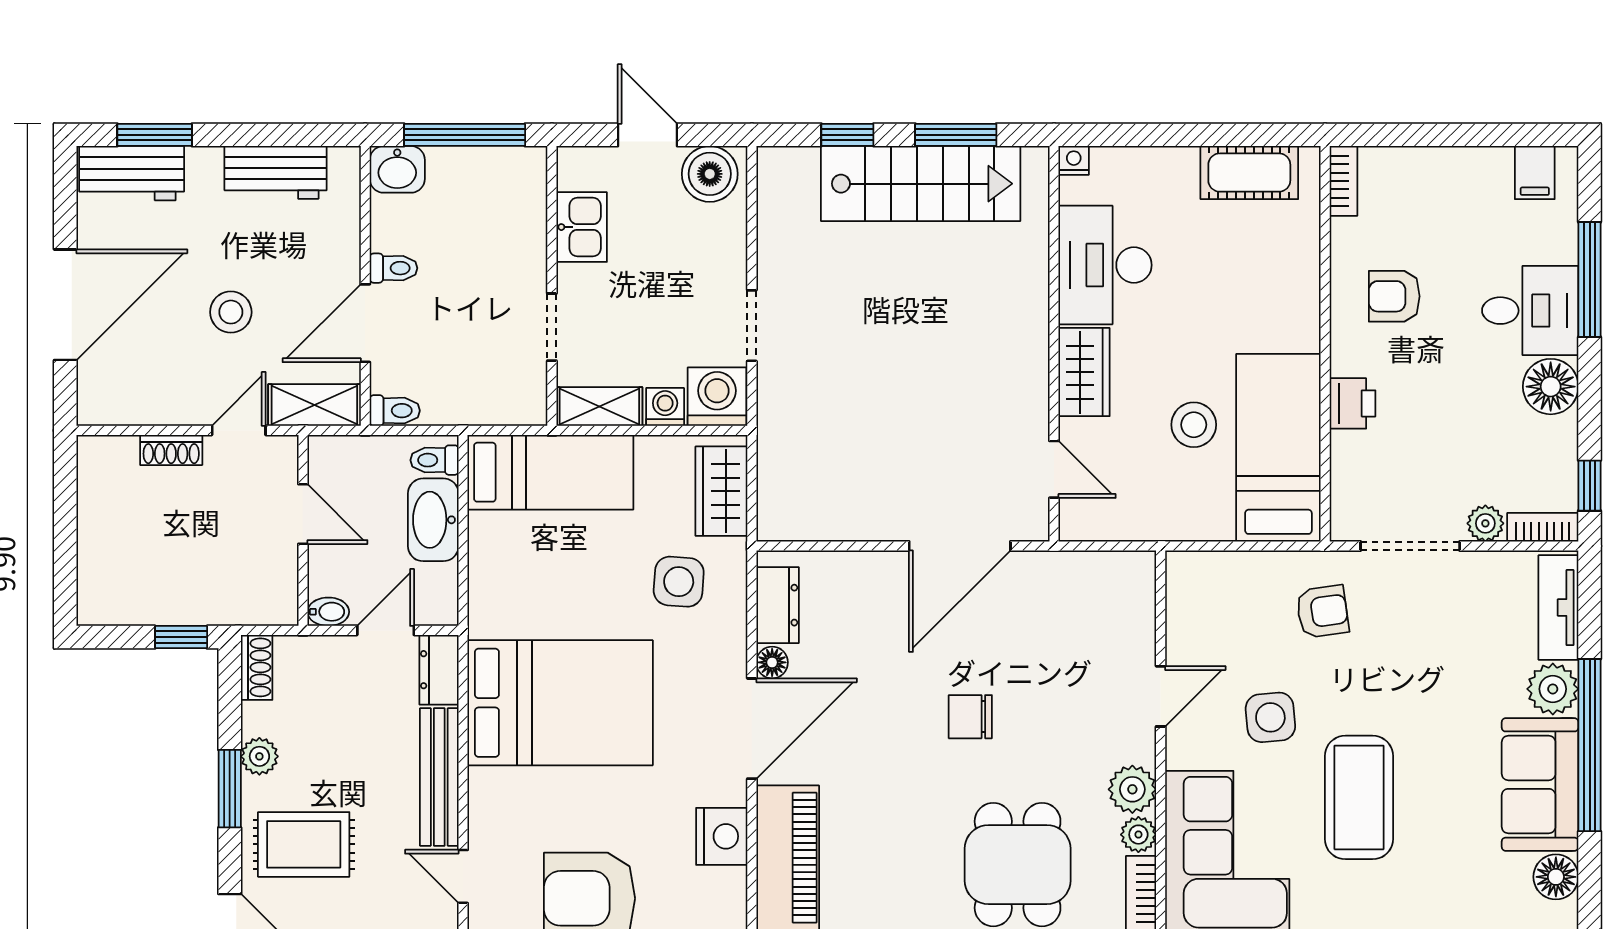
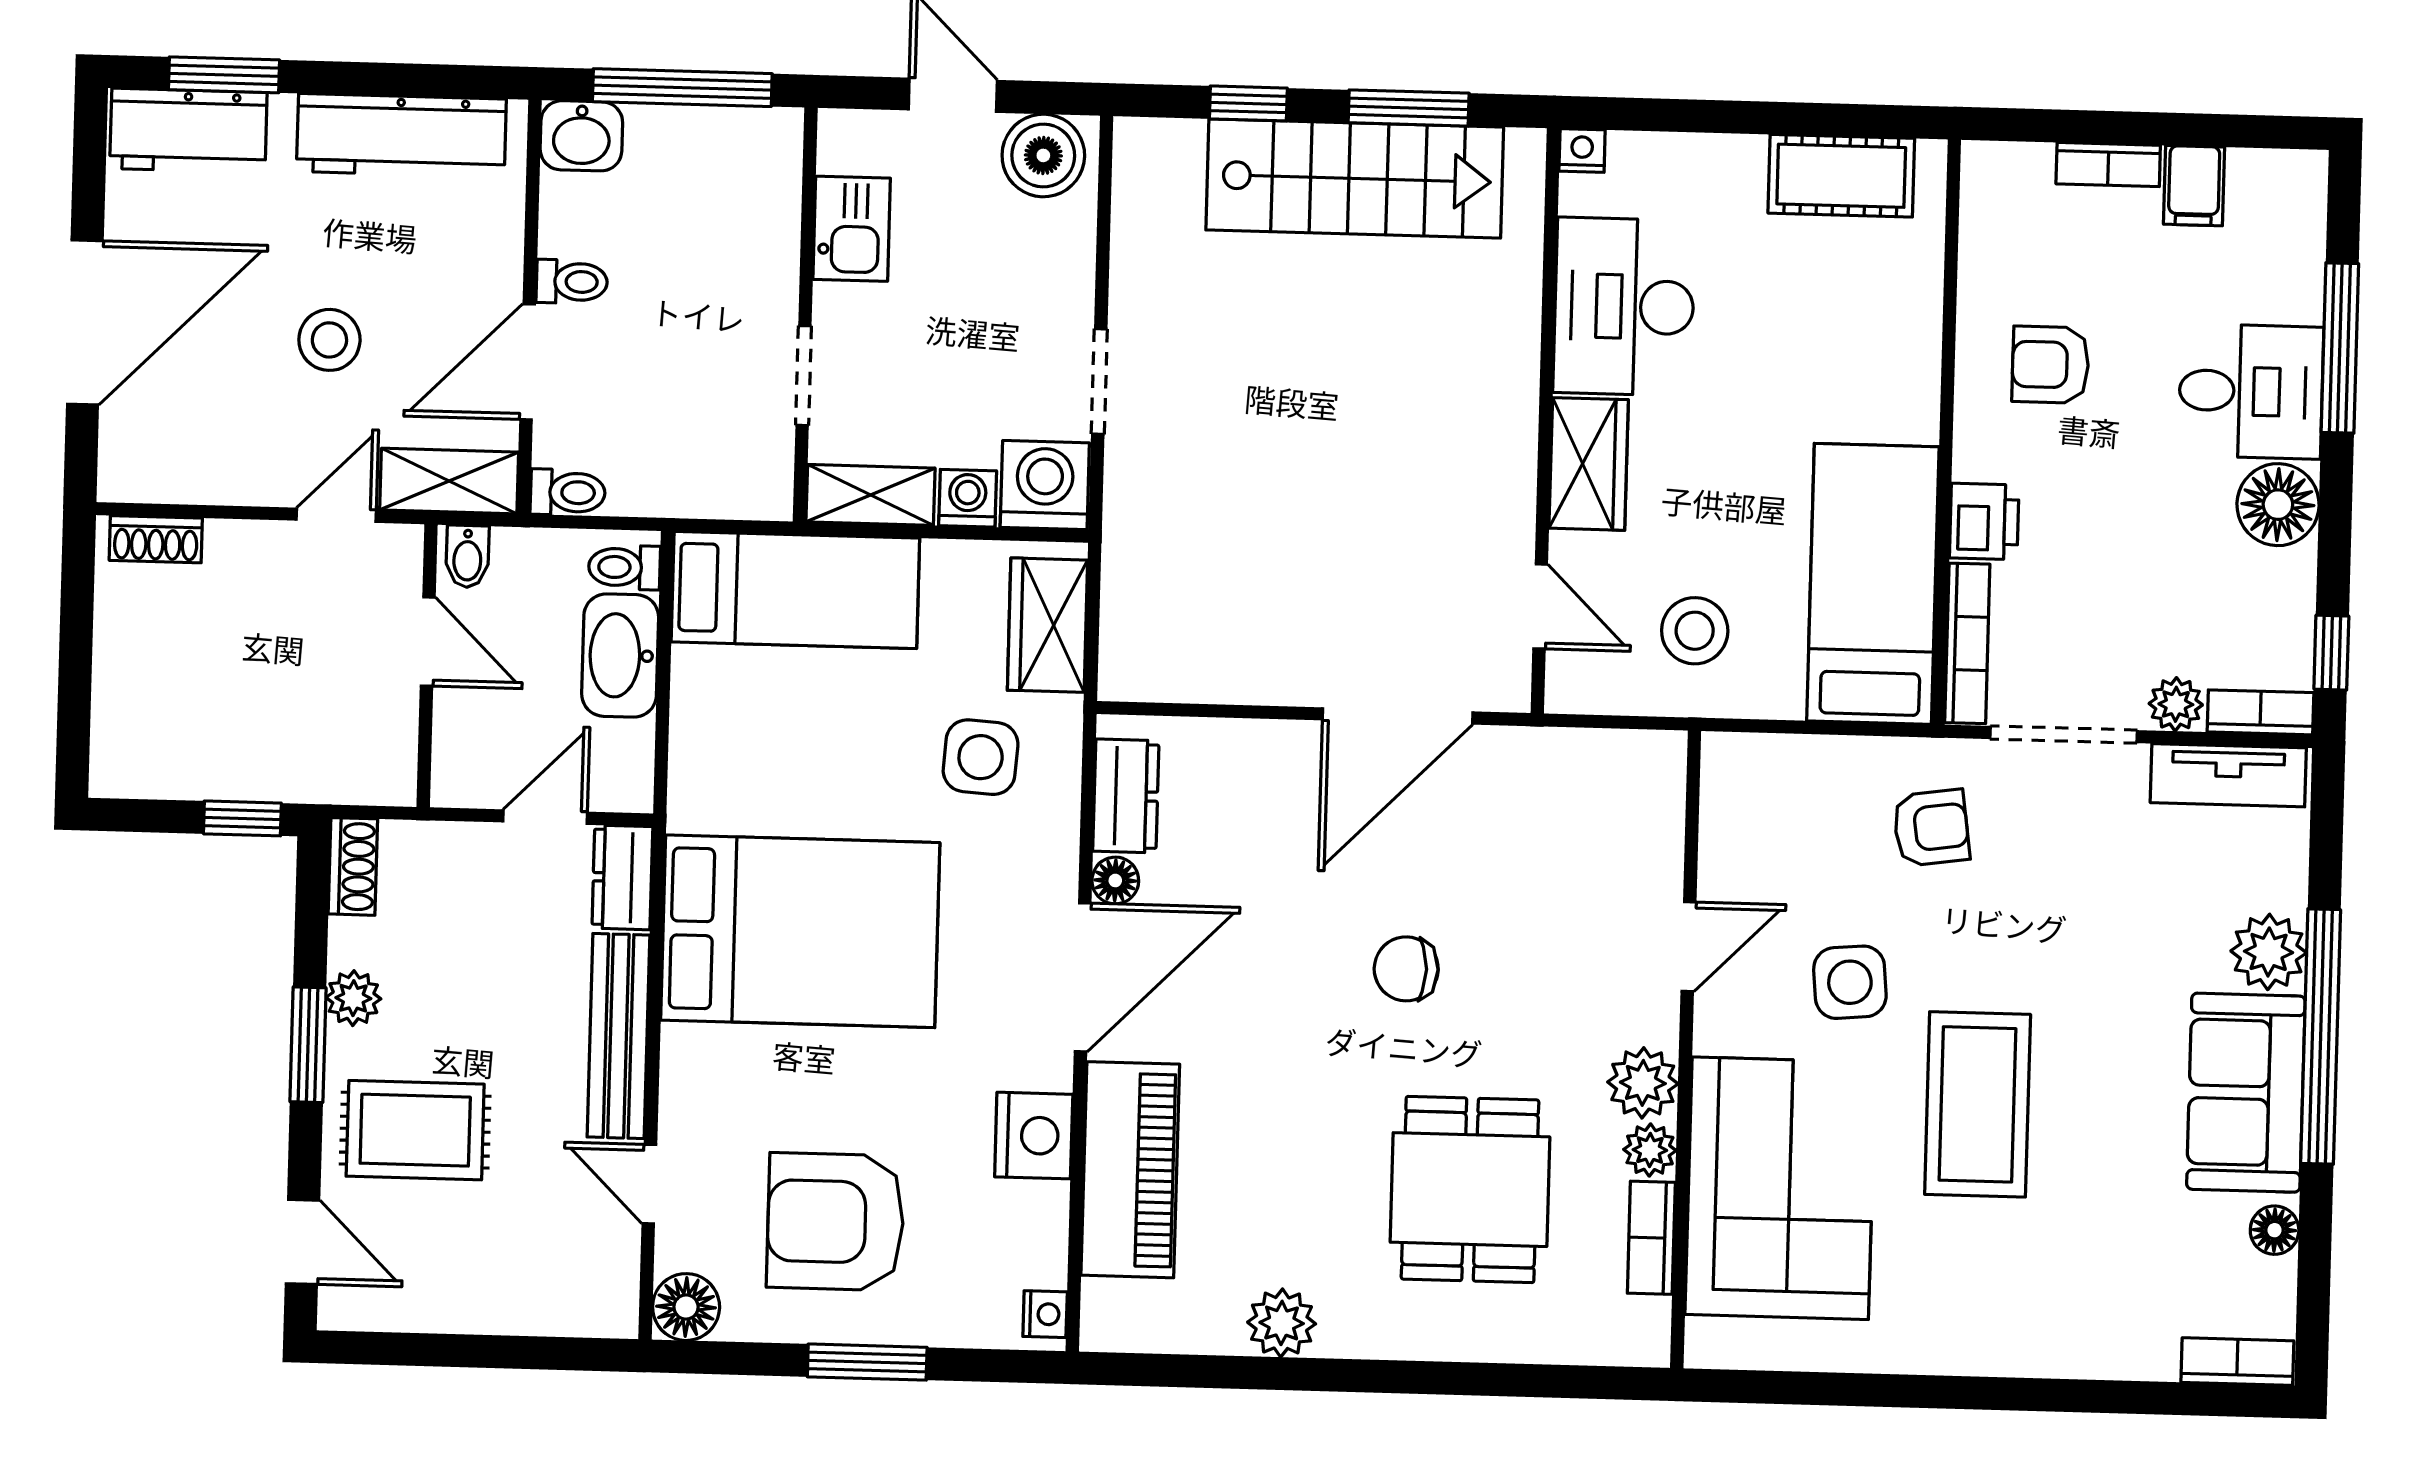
workbench: (276, 172) -> (401, 135), width x1.37
filing cabinet: (1535, 173) -> (2194, 186), moved
bookcase: (1344, 181) -> (2108, 165), moved, turned 90
stool: (1194, 425) -> (1695, 631), moved
shoe rack: (171, 450) -> (156, 539), moved
bookcase: (1343, 486) -> (1967, 643), added
tv unit: (1558, 608) -> (2228, 775), moved, turned -90
bidet: (328, 612) -> (467, 556), moved, turned 90
floor lamp: (1556, 877) -> (2275, 1230), width x0.73, depth x0.73

